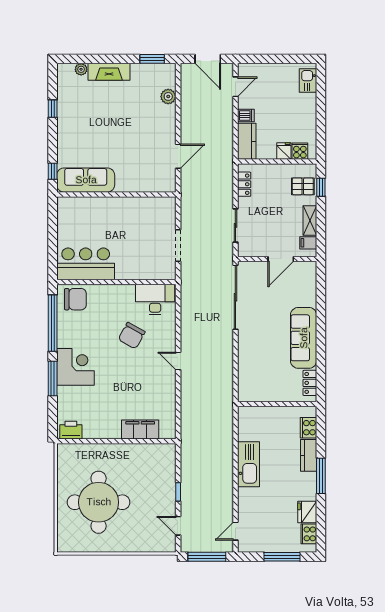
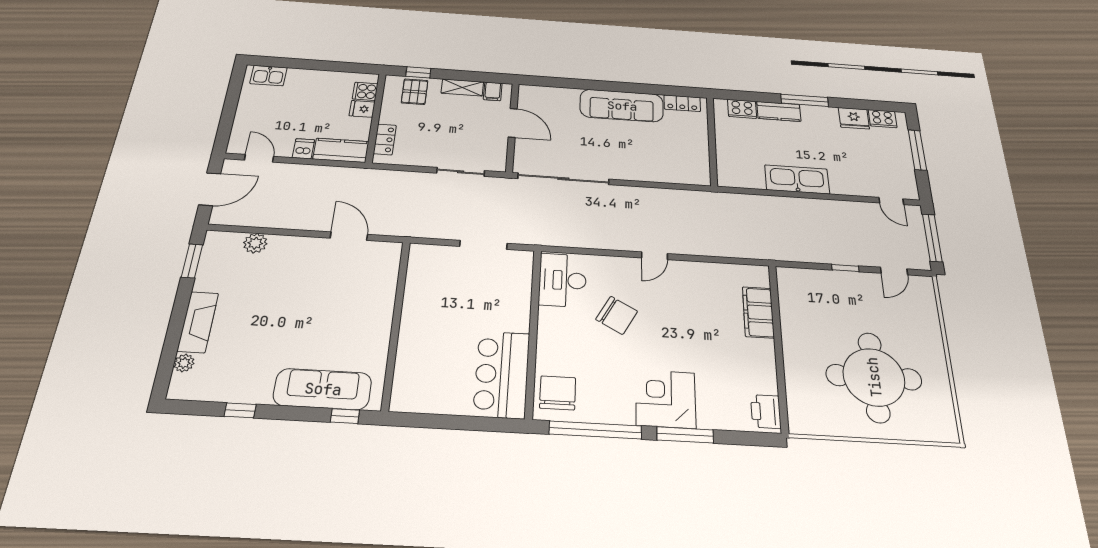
sofa: (86, 180) -> (323, 389), moved, turned 90
locker: (244, 184) -> (385, 139), moved, turned 90

